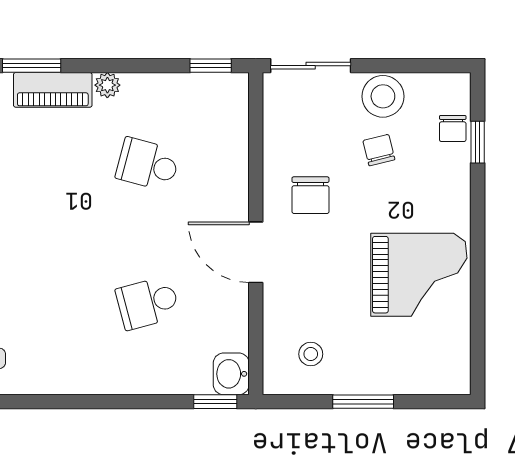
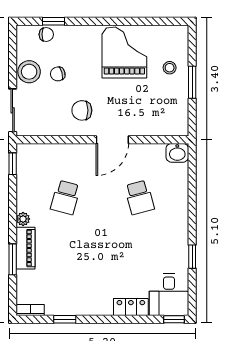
chair: (310, 195) -> (82, 110), turned 180
stool: (311, 354) -> (170, 68), moved
window: (215, 402) -> (192, 257), moved

